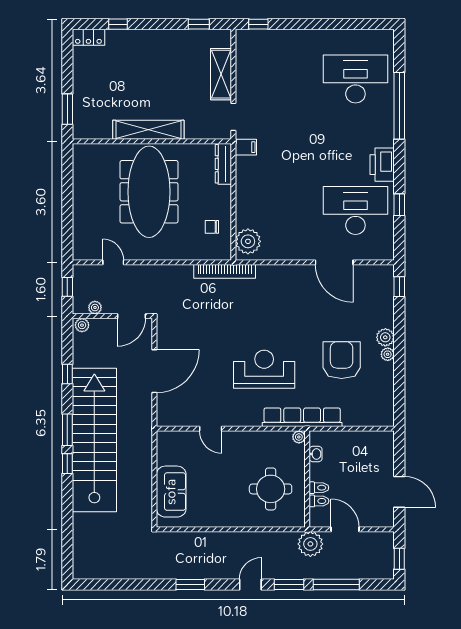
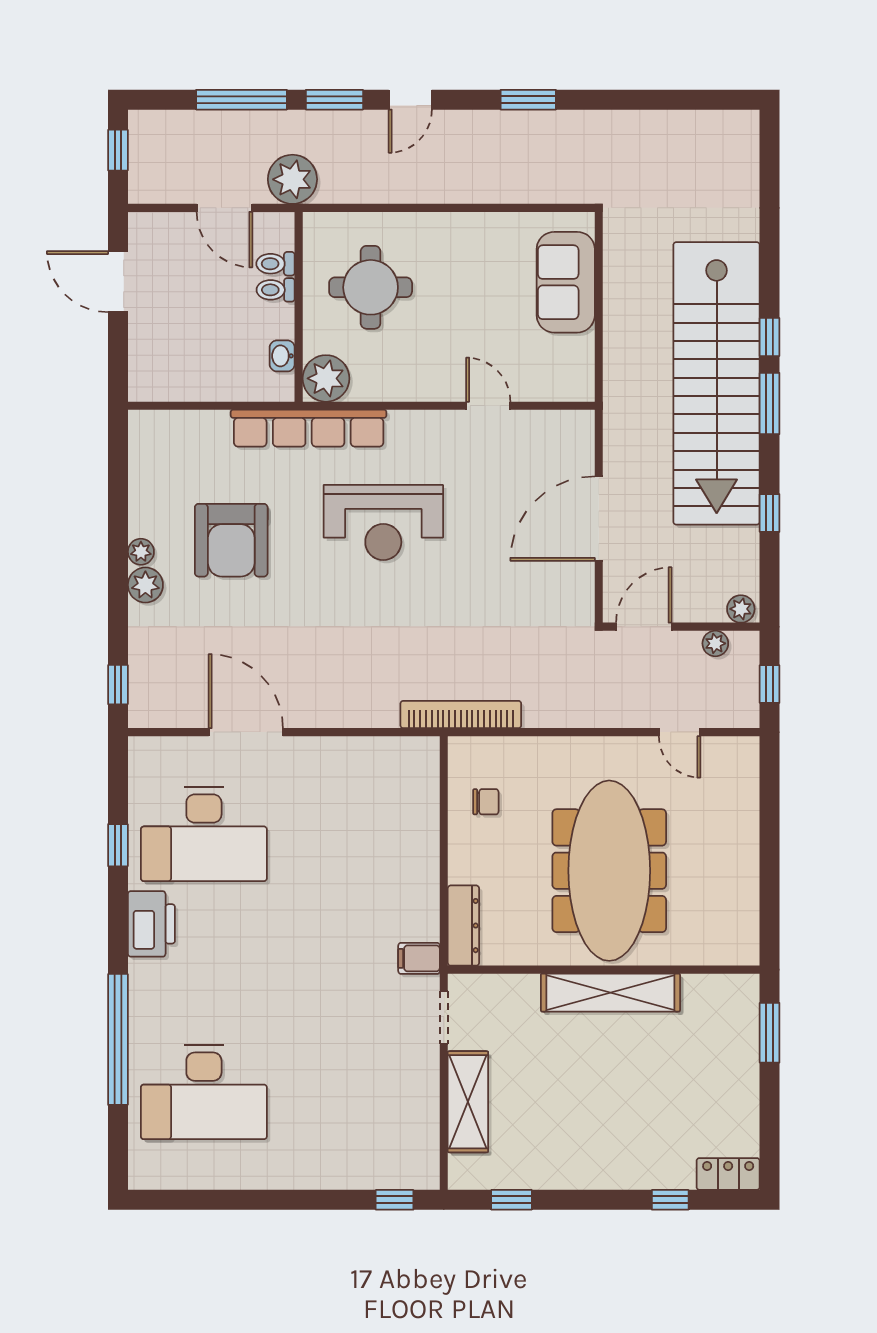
plant: (248, 241) -> (415, 773), removed
plant: (299, 437) -> (326, 378), width x1.88, depth x1.88

